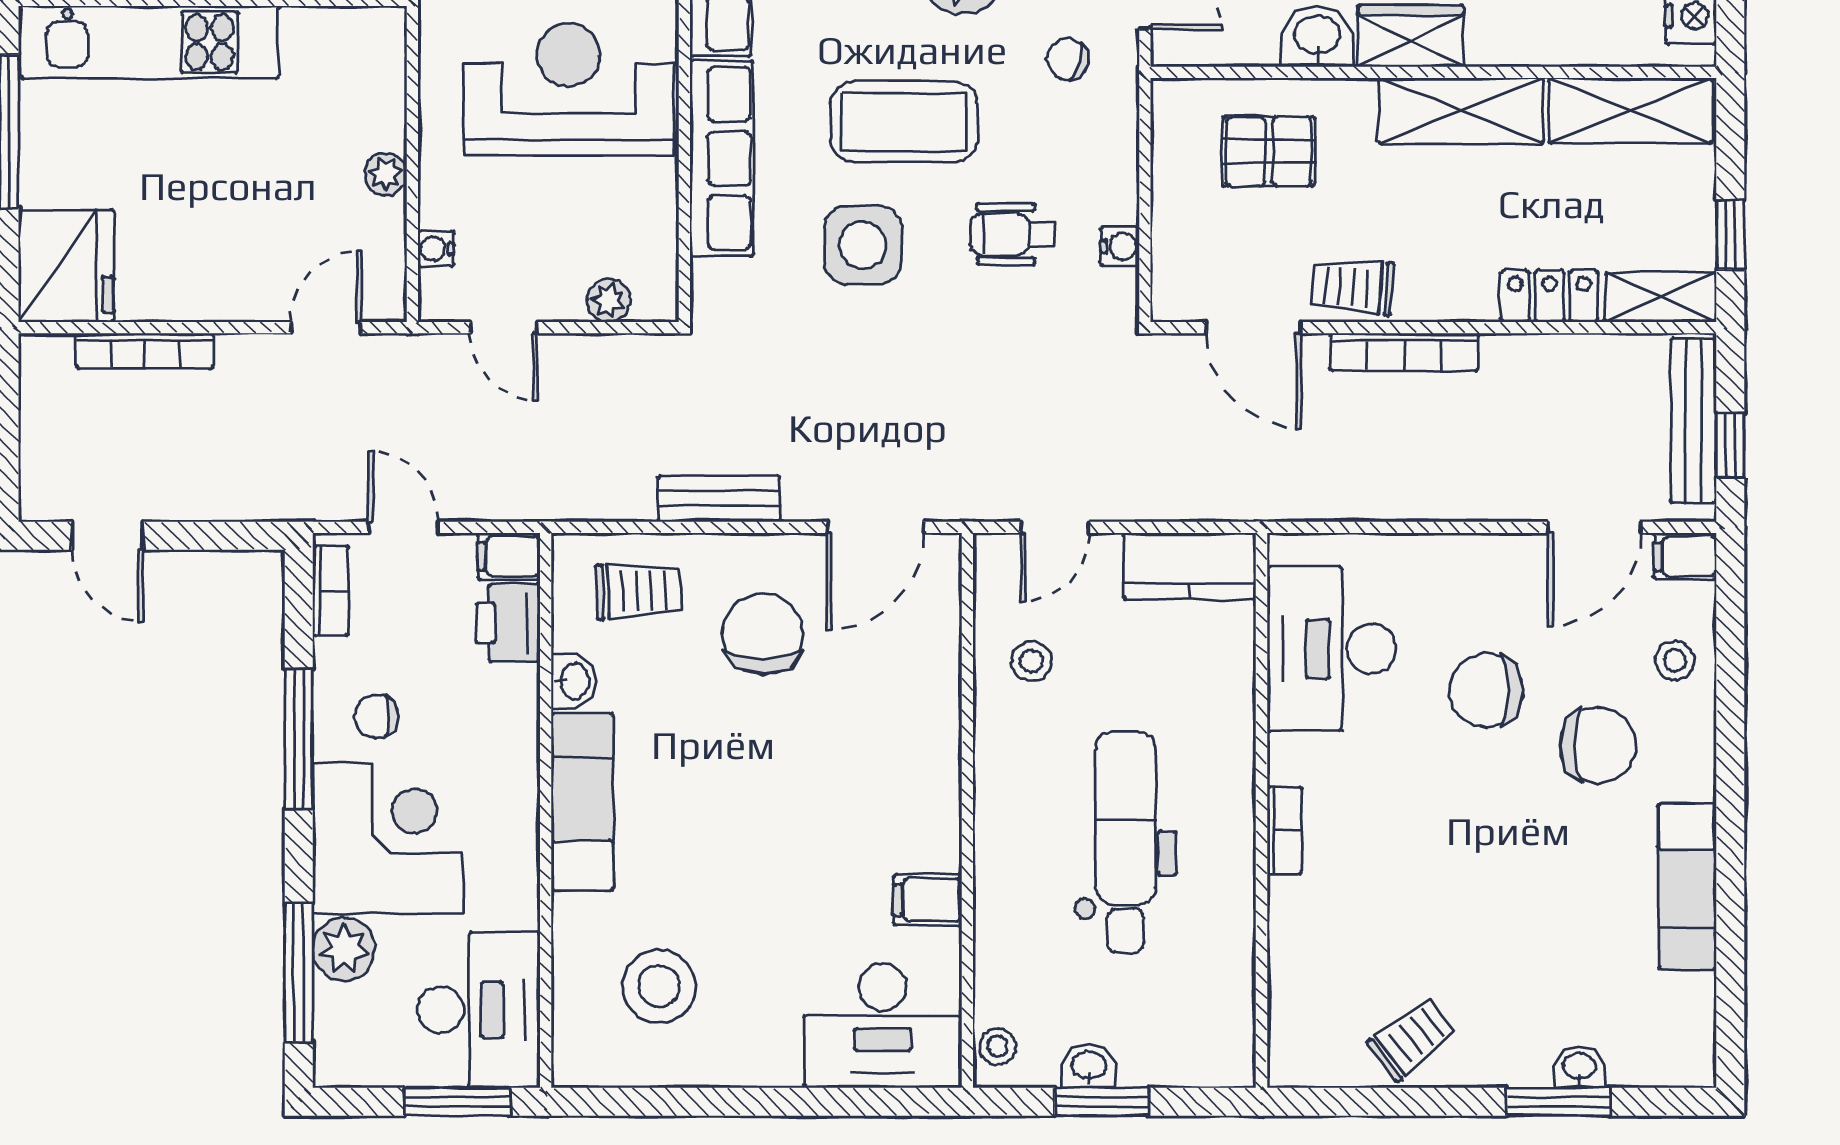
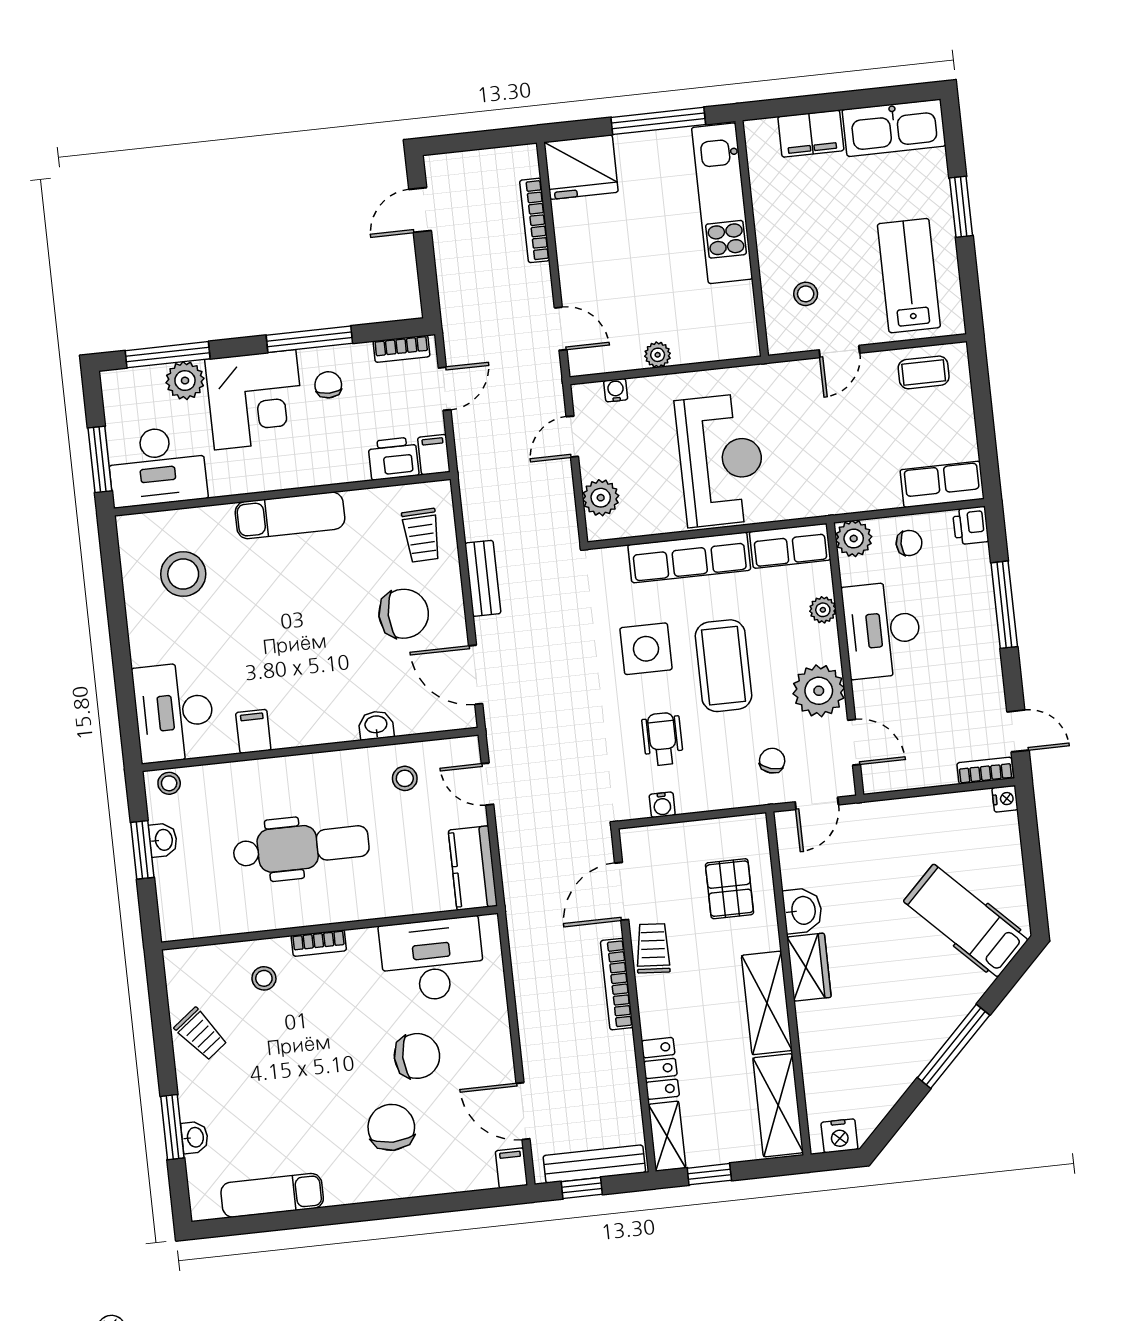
plant: (609, 300) -> (601, 498), width x1.38, depth x1.38
stool: (1675, 661) -> (264, 978), moved
washbasin: (574, 681) -> (376, 725), moved, turned 180
chair: (1486, 690) -> (417, 1056), turned 90
chair: (1598, 745) -> (391, 1127), turned 180
exam couch: (1687, 886) -> (272, 1195), moved

